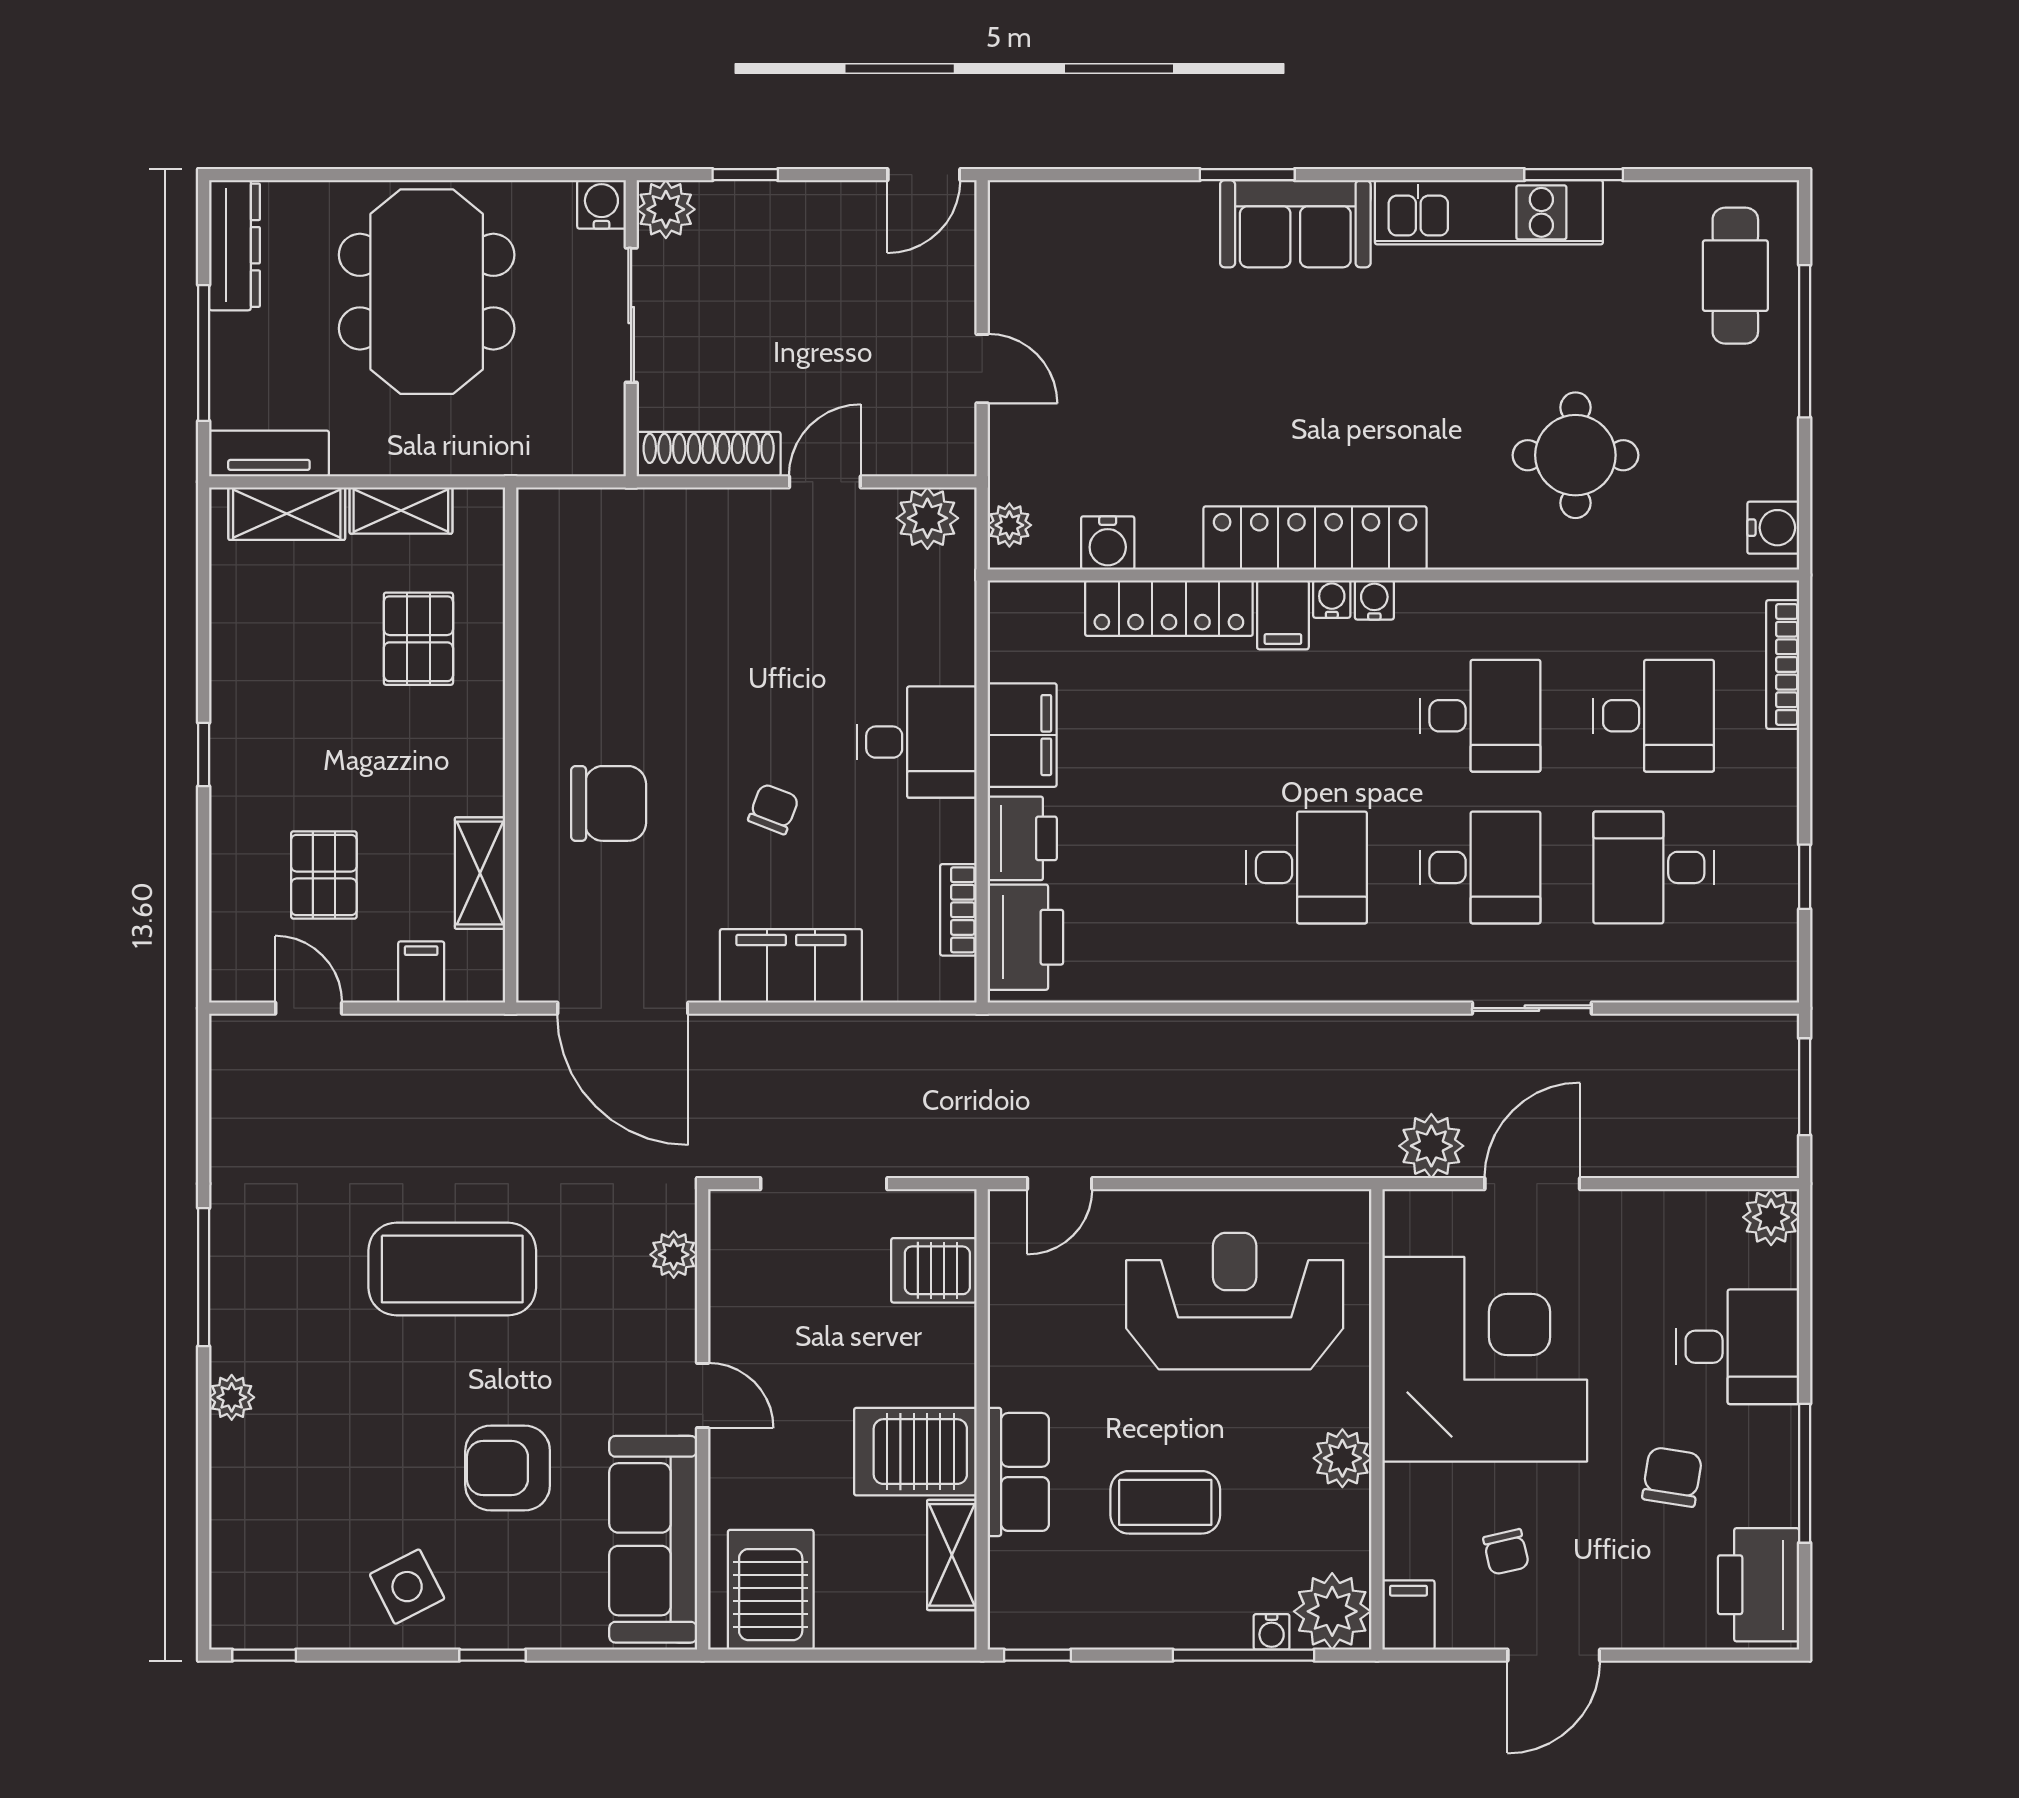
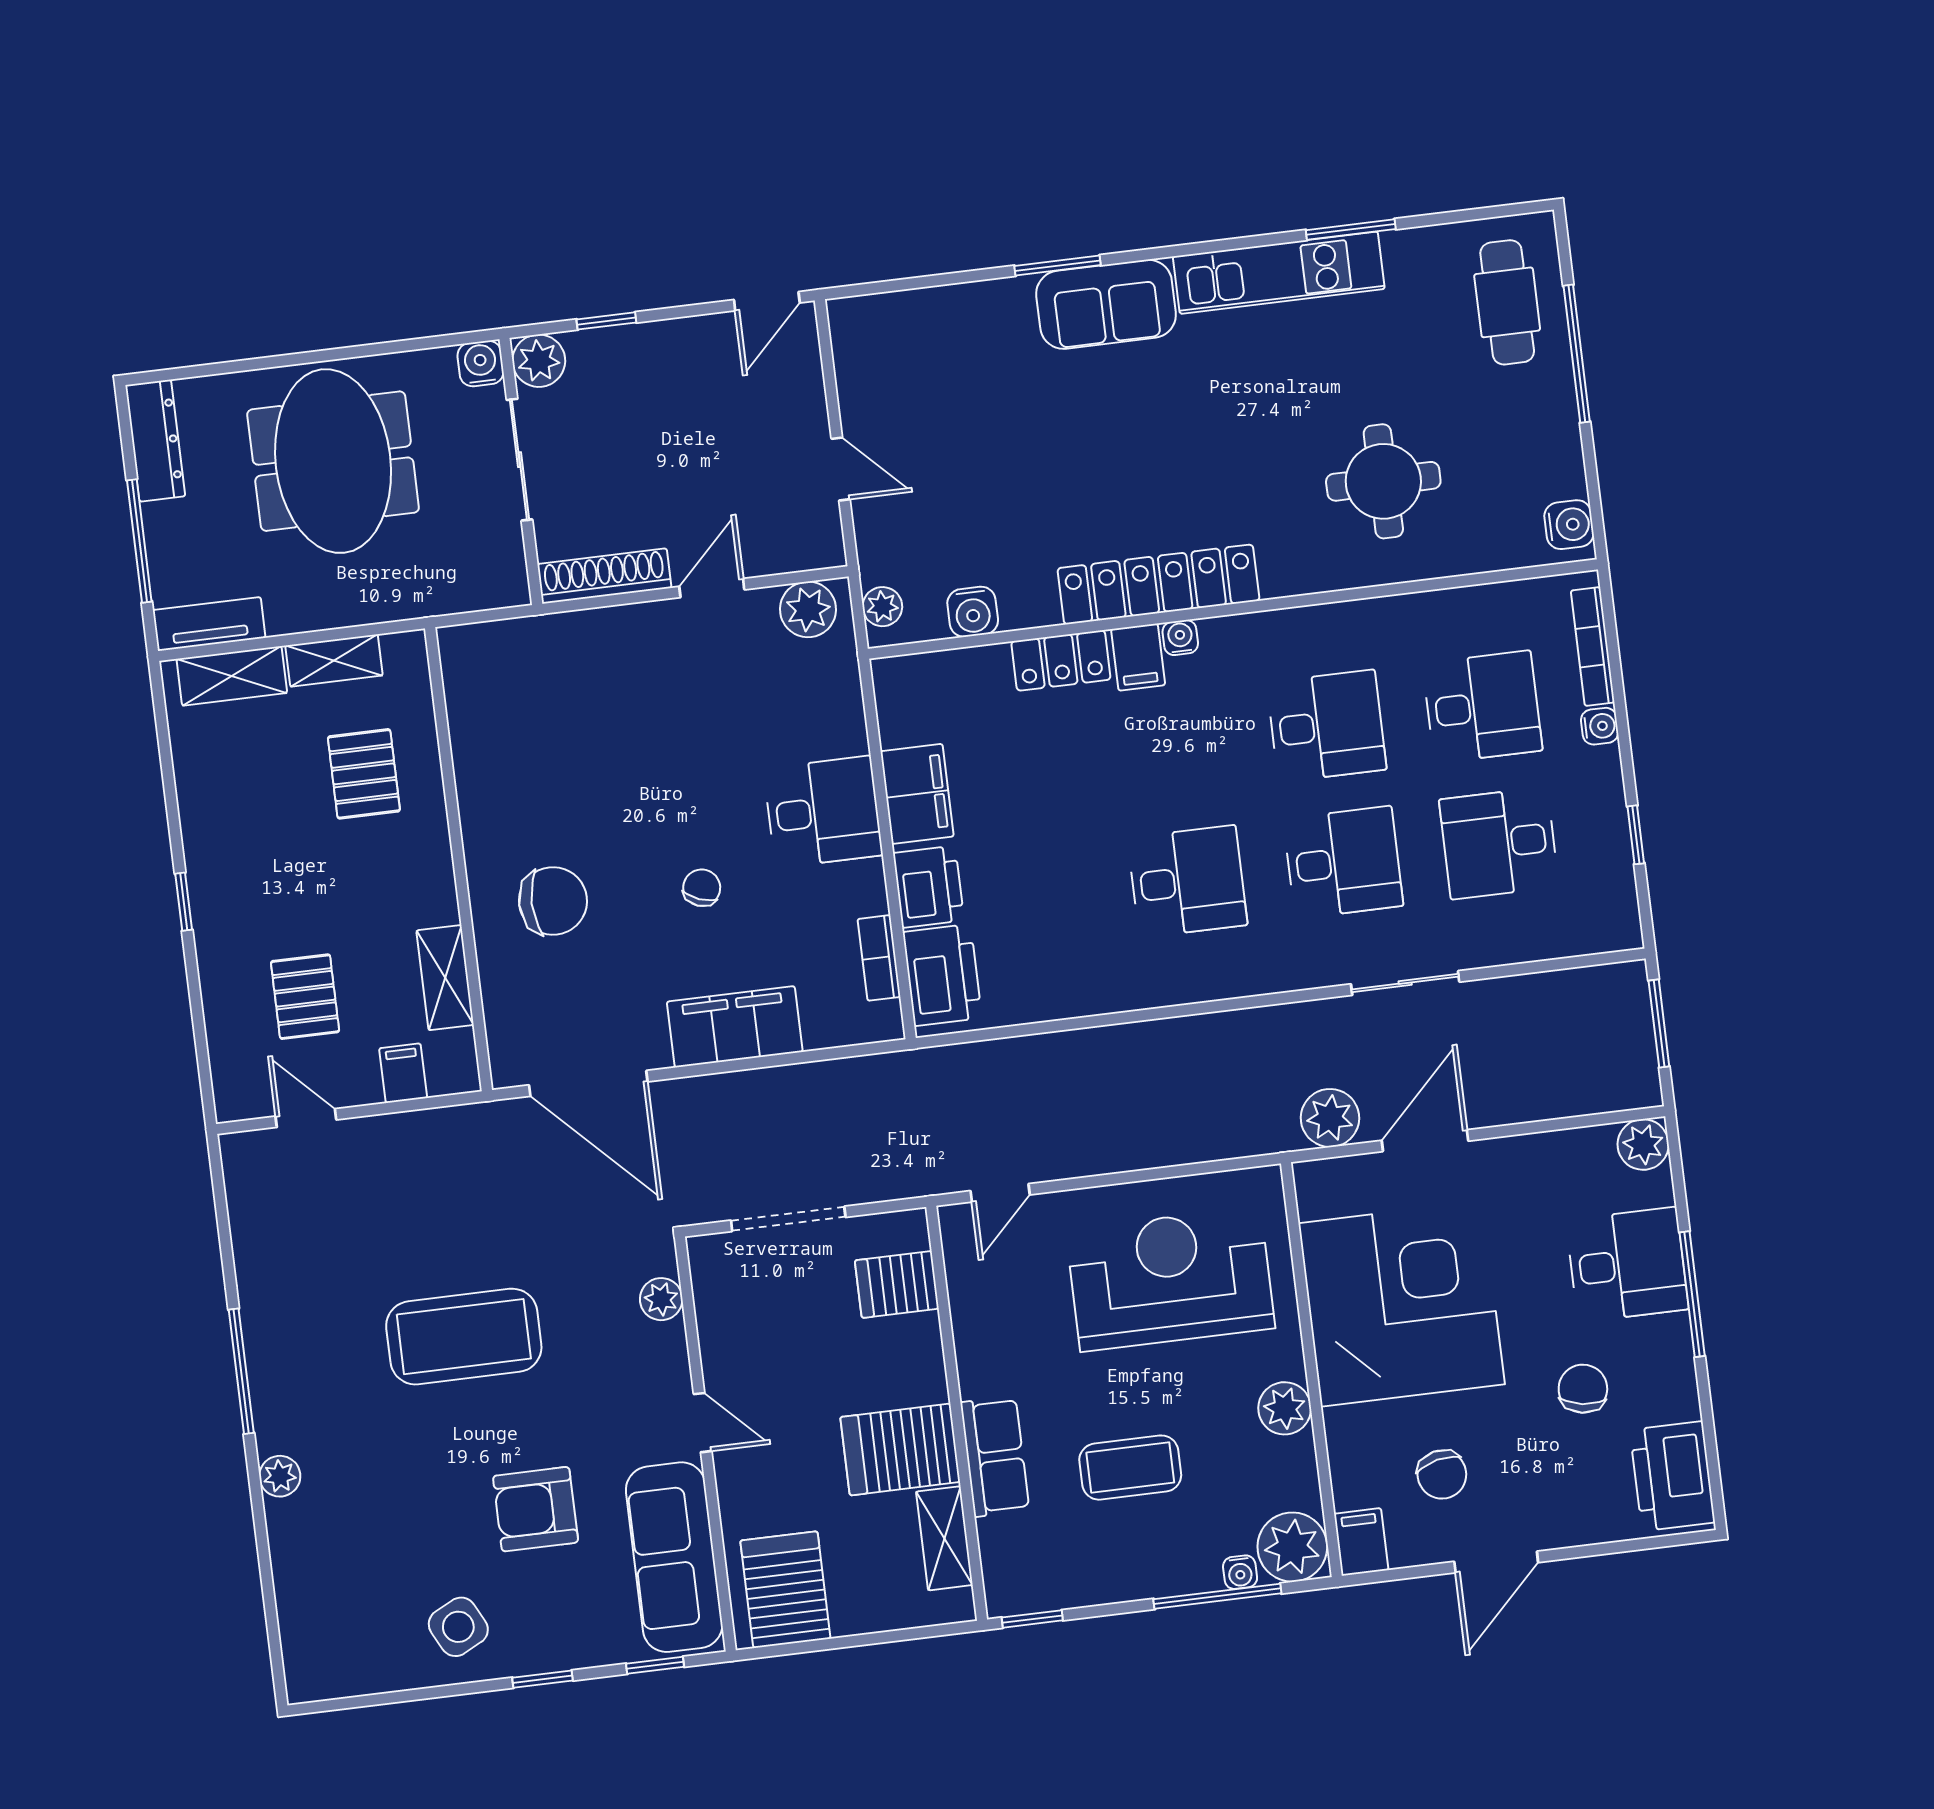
water cooler: (1374, 600) -> (1600, 726), moved, turned 90
locker: (1169, 608) -> (1061, 661), width x0.66
window: (1805, 1473) -> (1692, 1294), moved
chair: (1506, 1552) -> (1442, 1474), width x1.37, depth x1.37
window: (264, 1655) -> (655, 1665), moved

